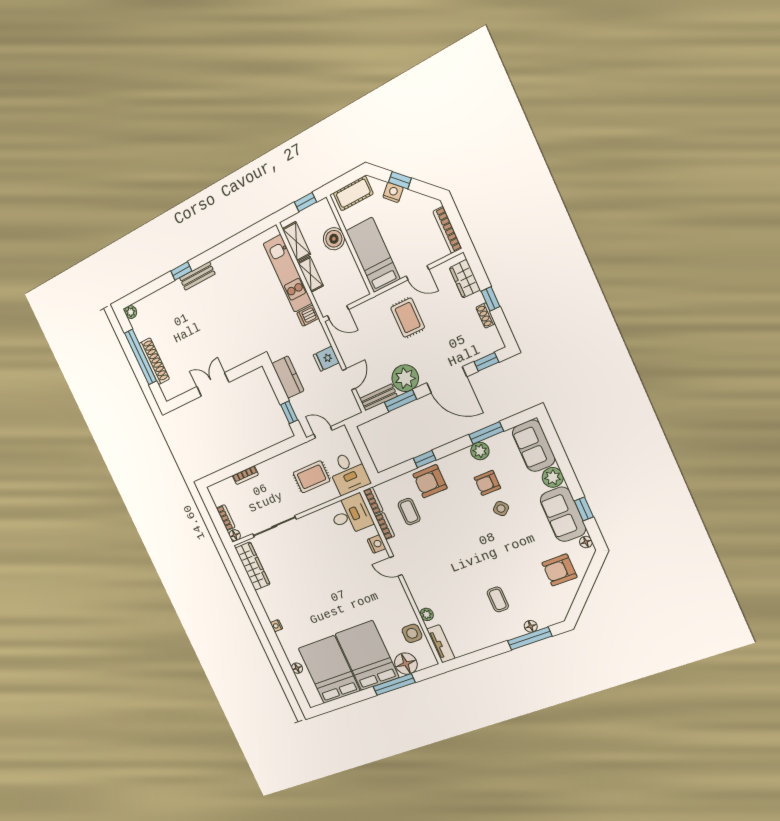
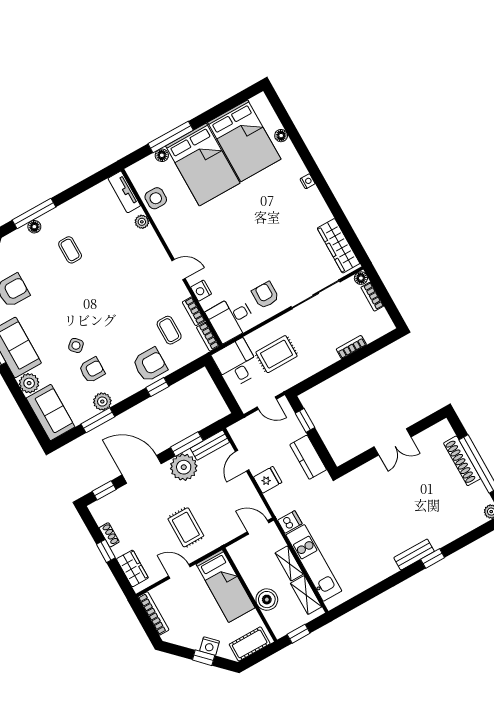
armchair: (318, 532) -> (265, 295), added
floor lamp: (406, 664) -> (162, 155), width x0.53, depth x0.53

